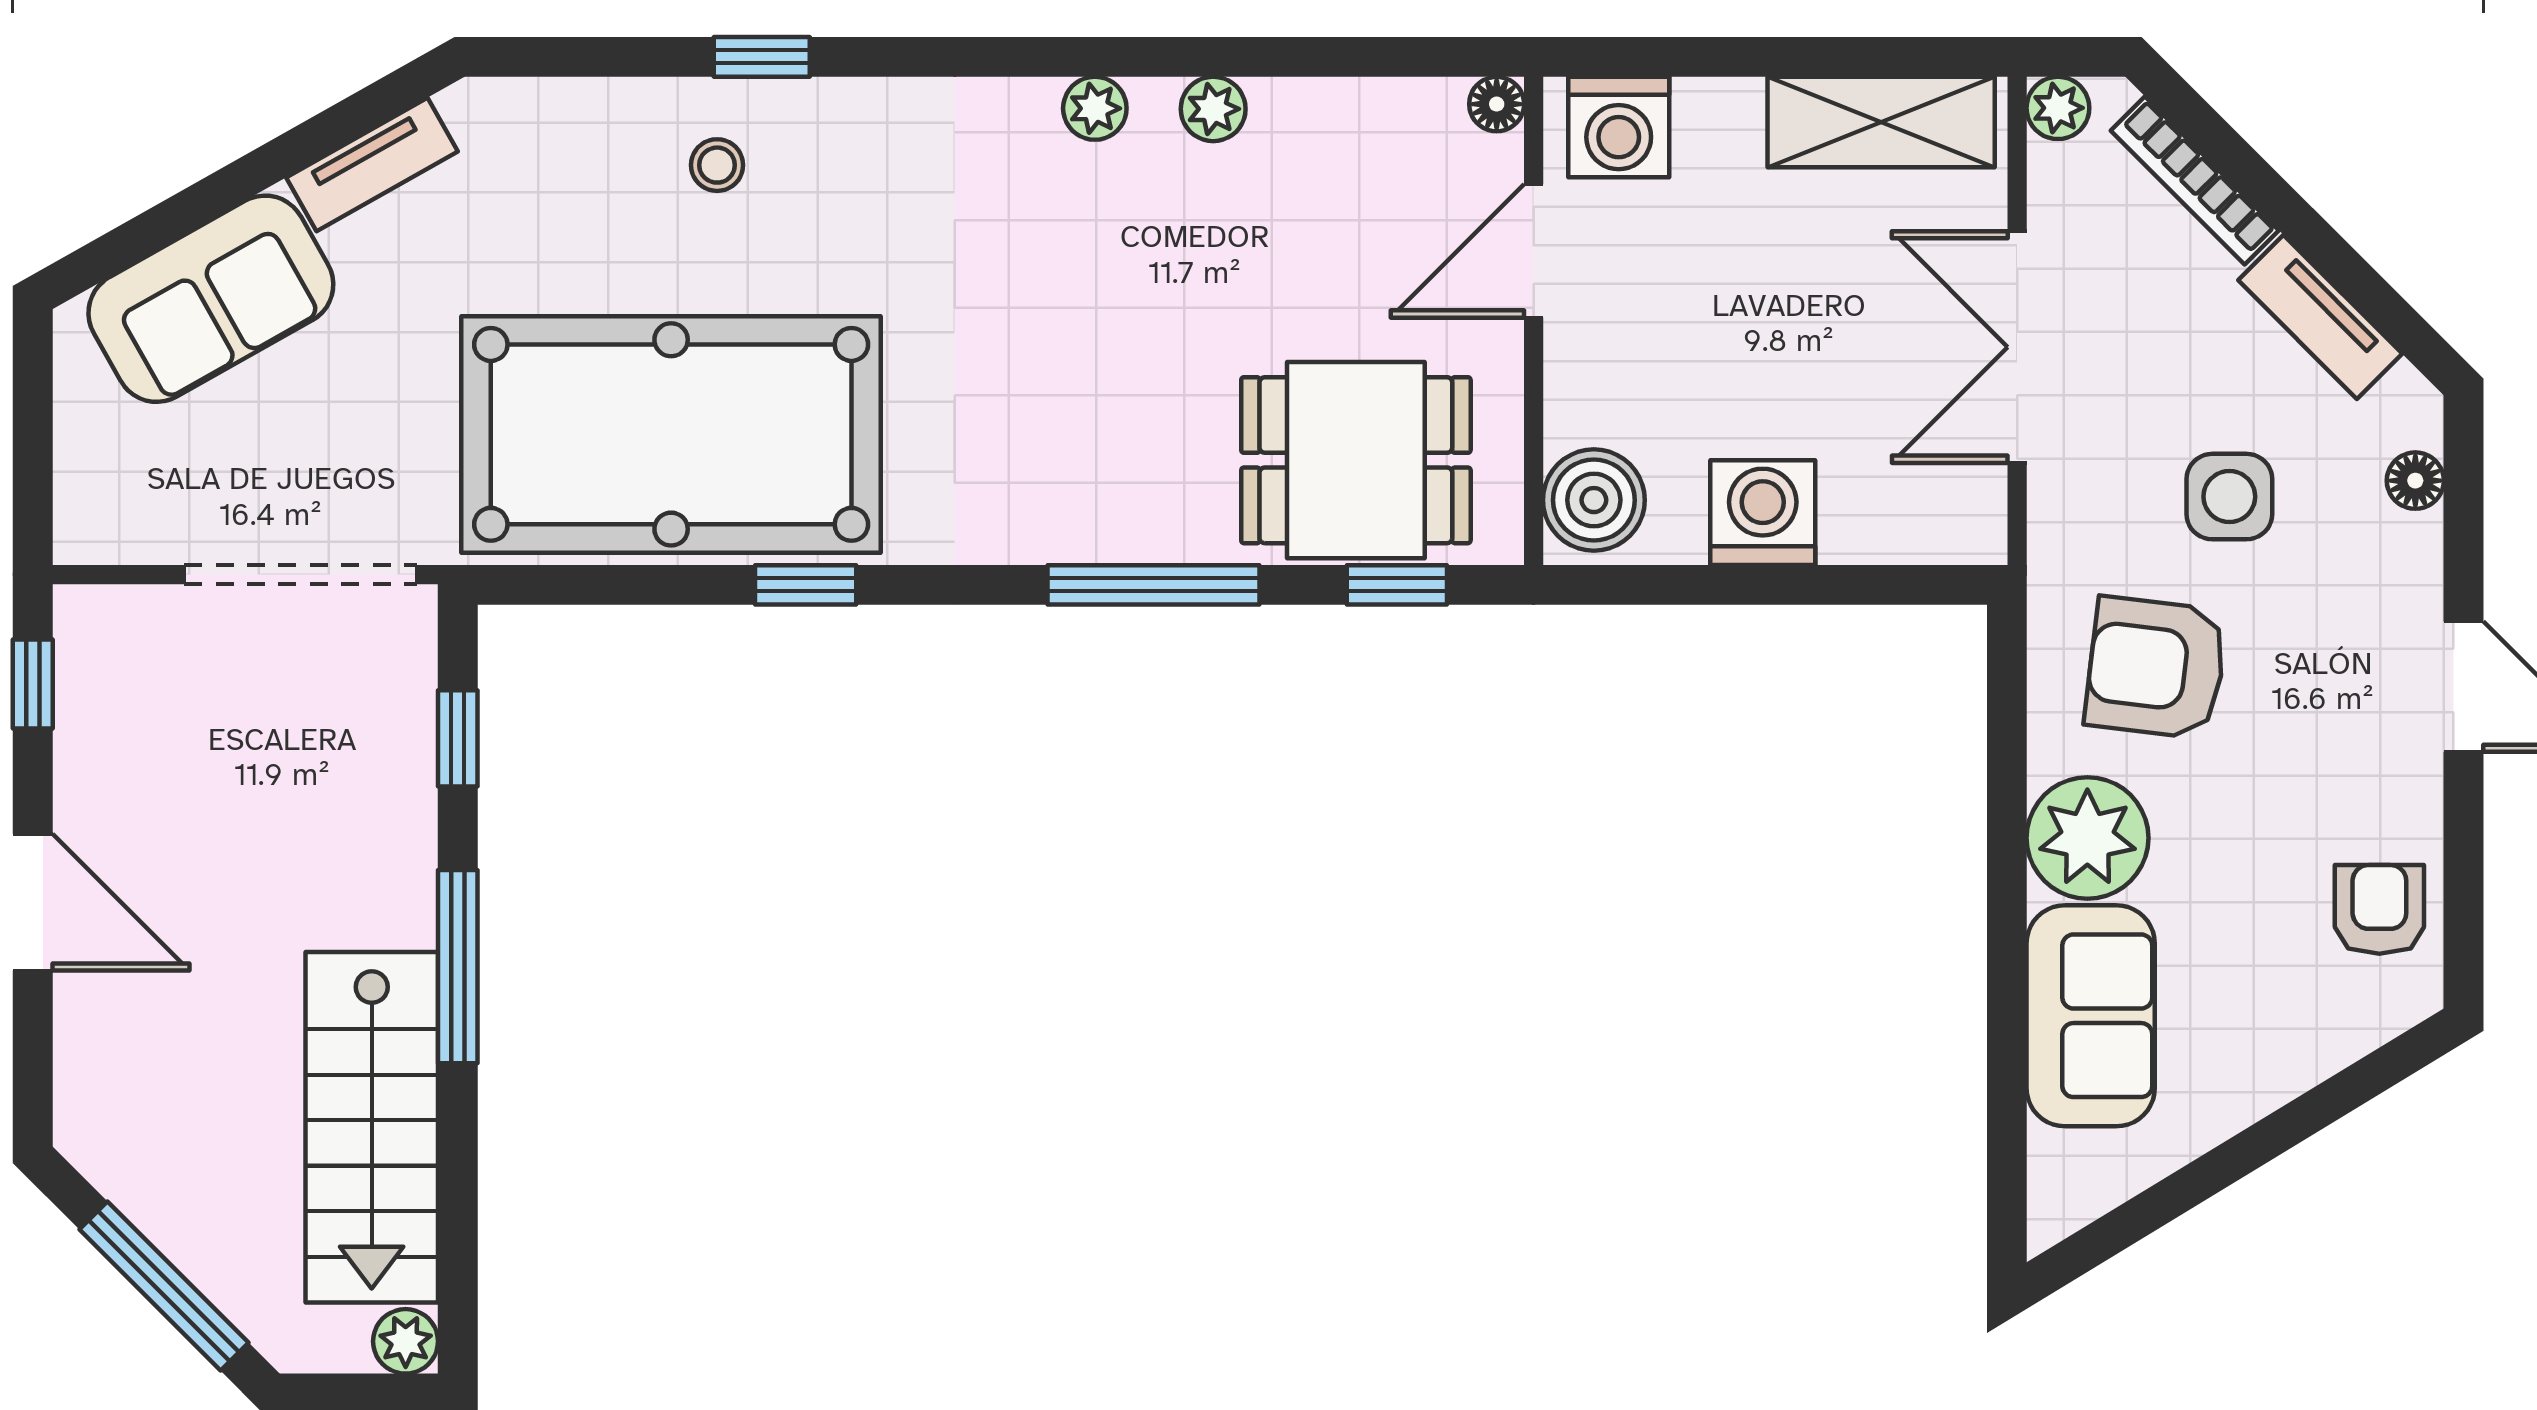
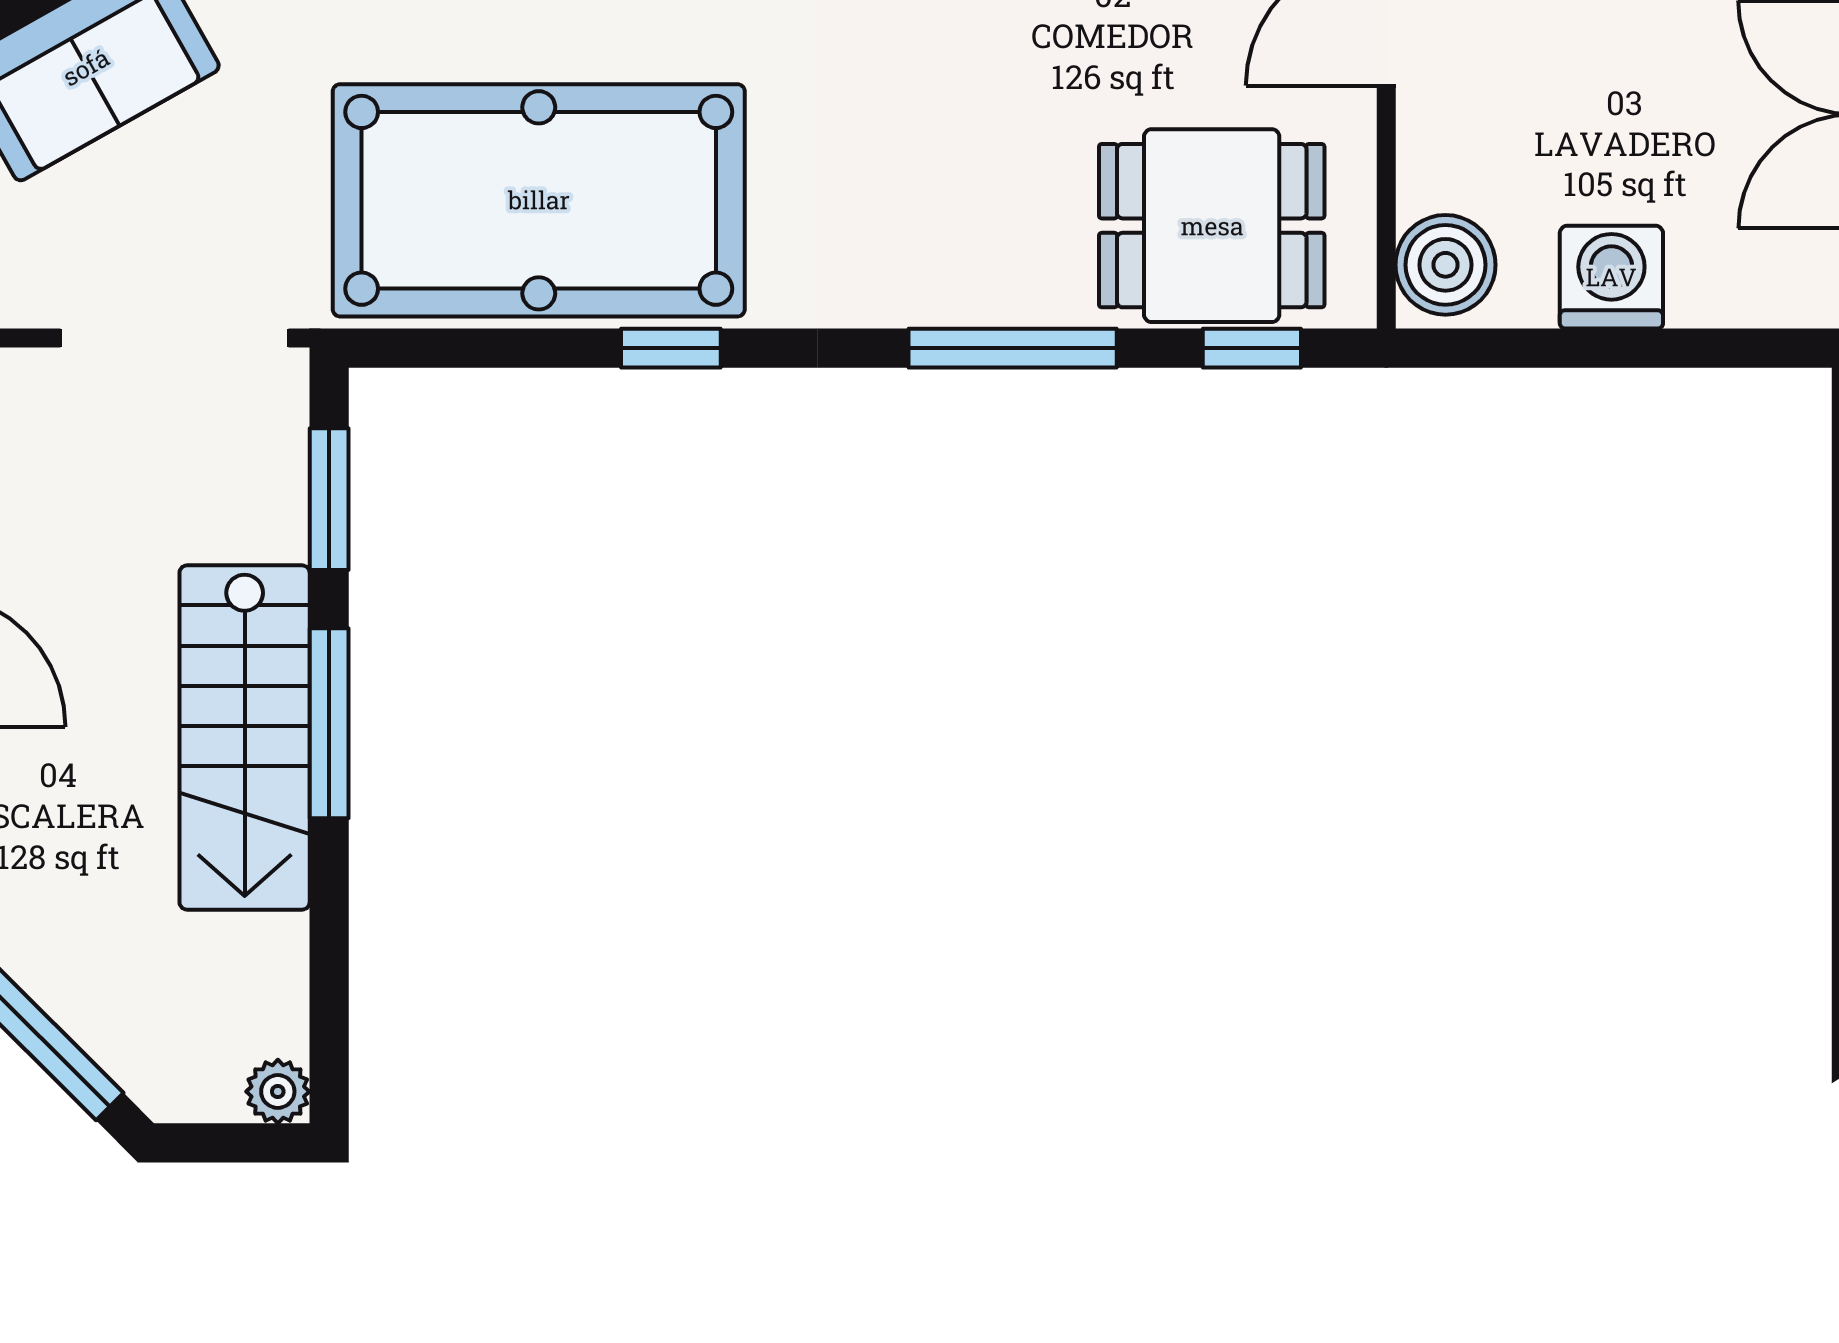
window: (458, 738) -> (329, 499), width x1.50
stairs: (372, 1127) -> (245, 737), moved

